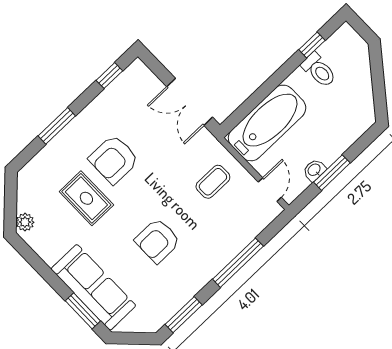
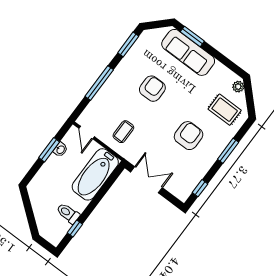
rug: (86, 198) -> (225, 110), moved

